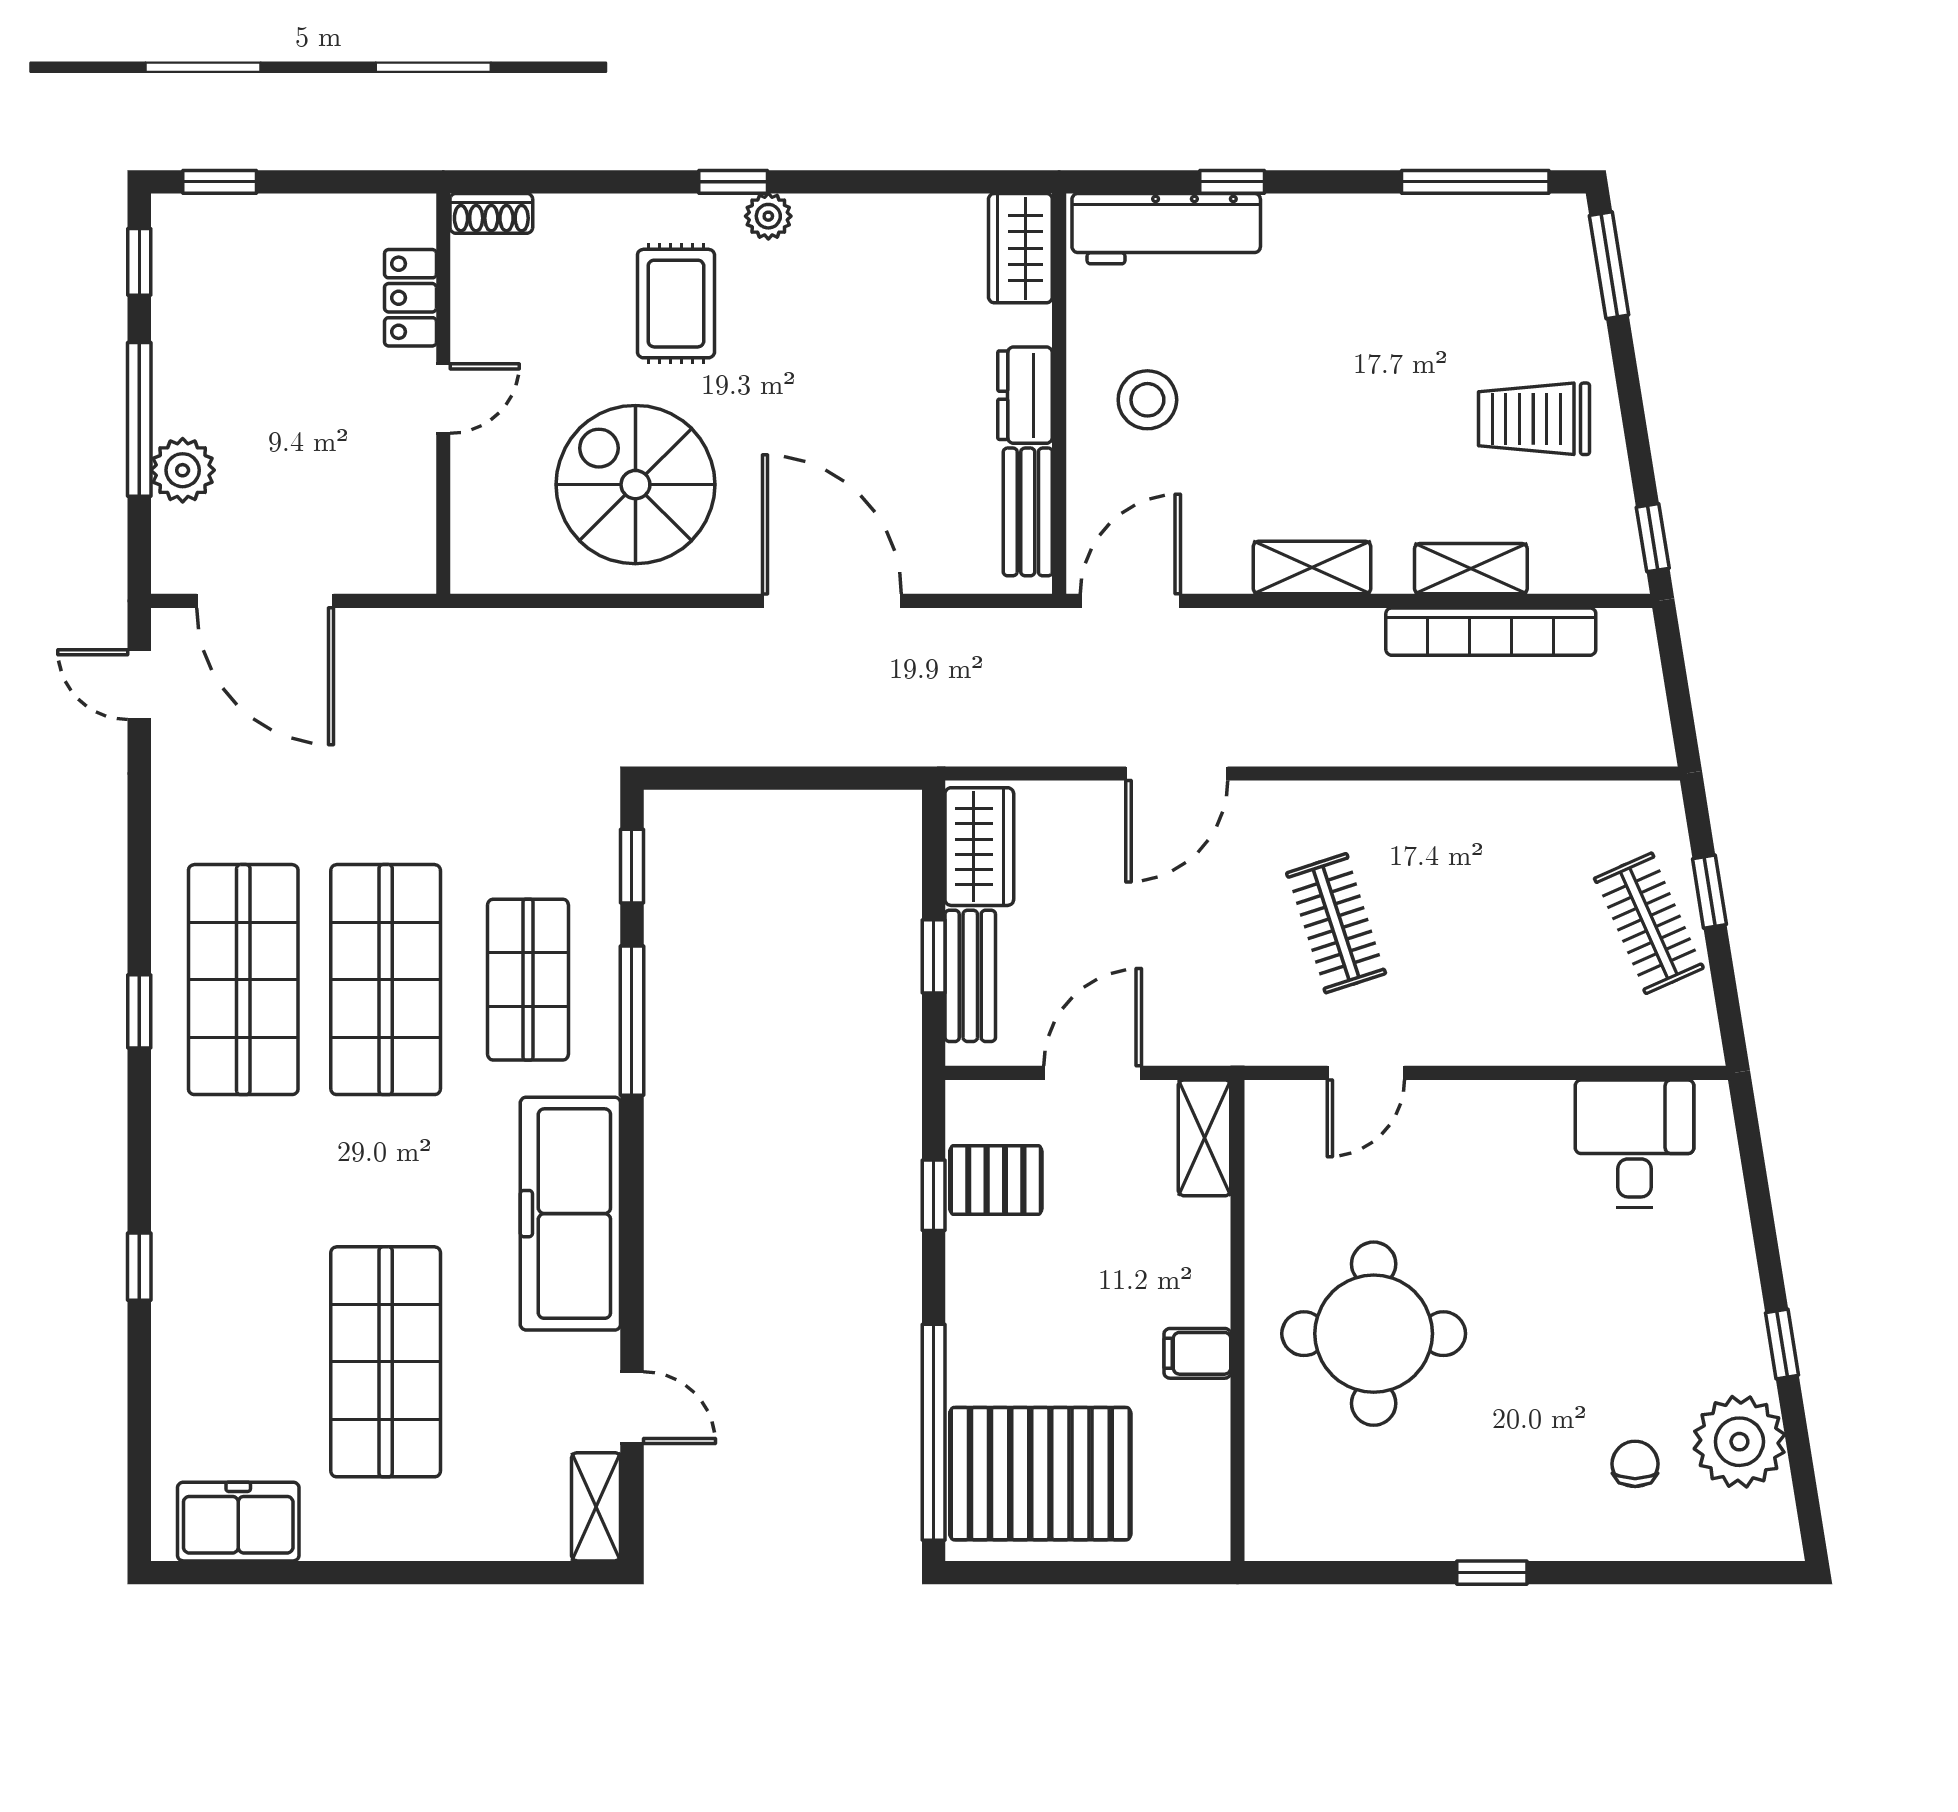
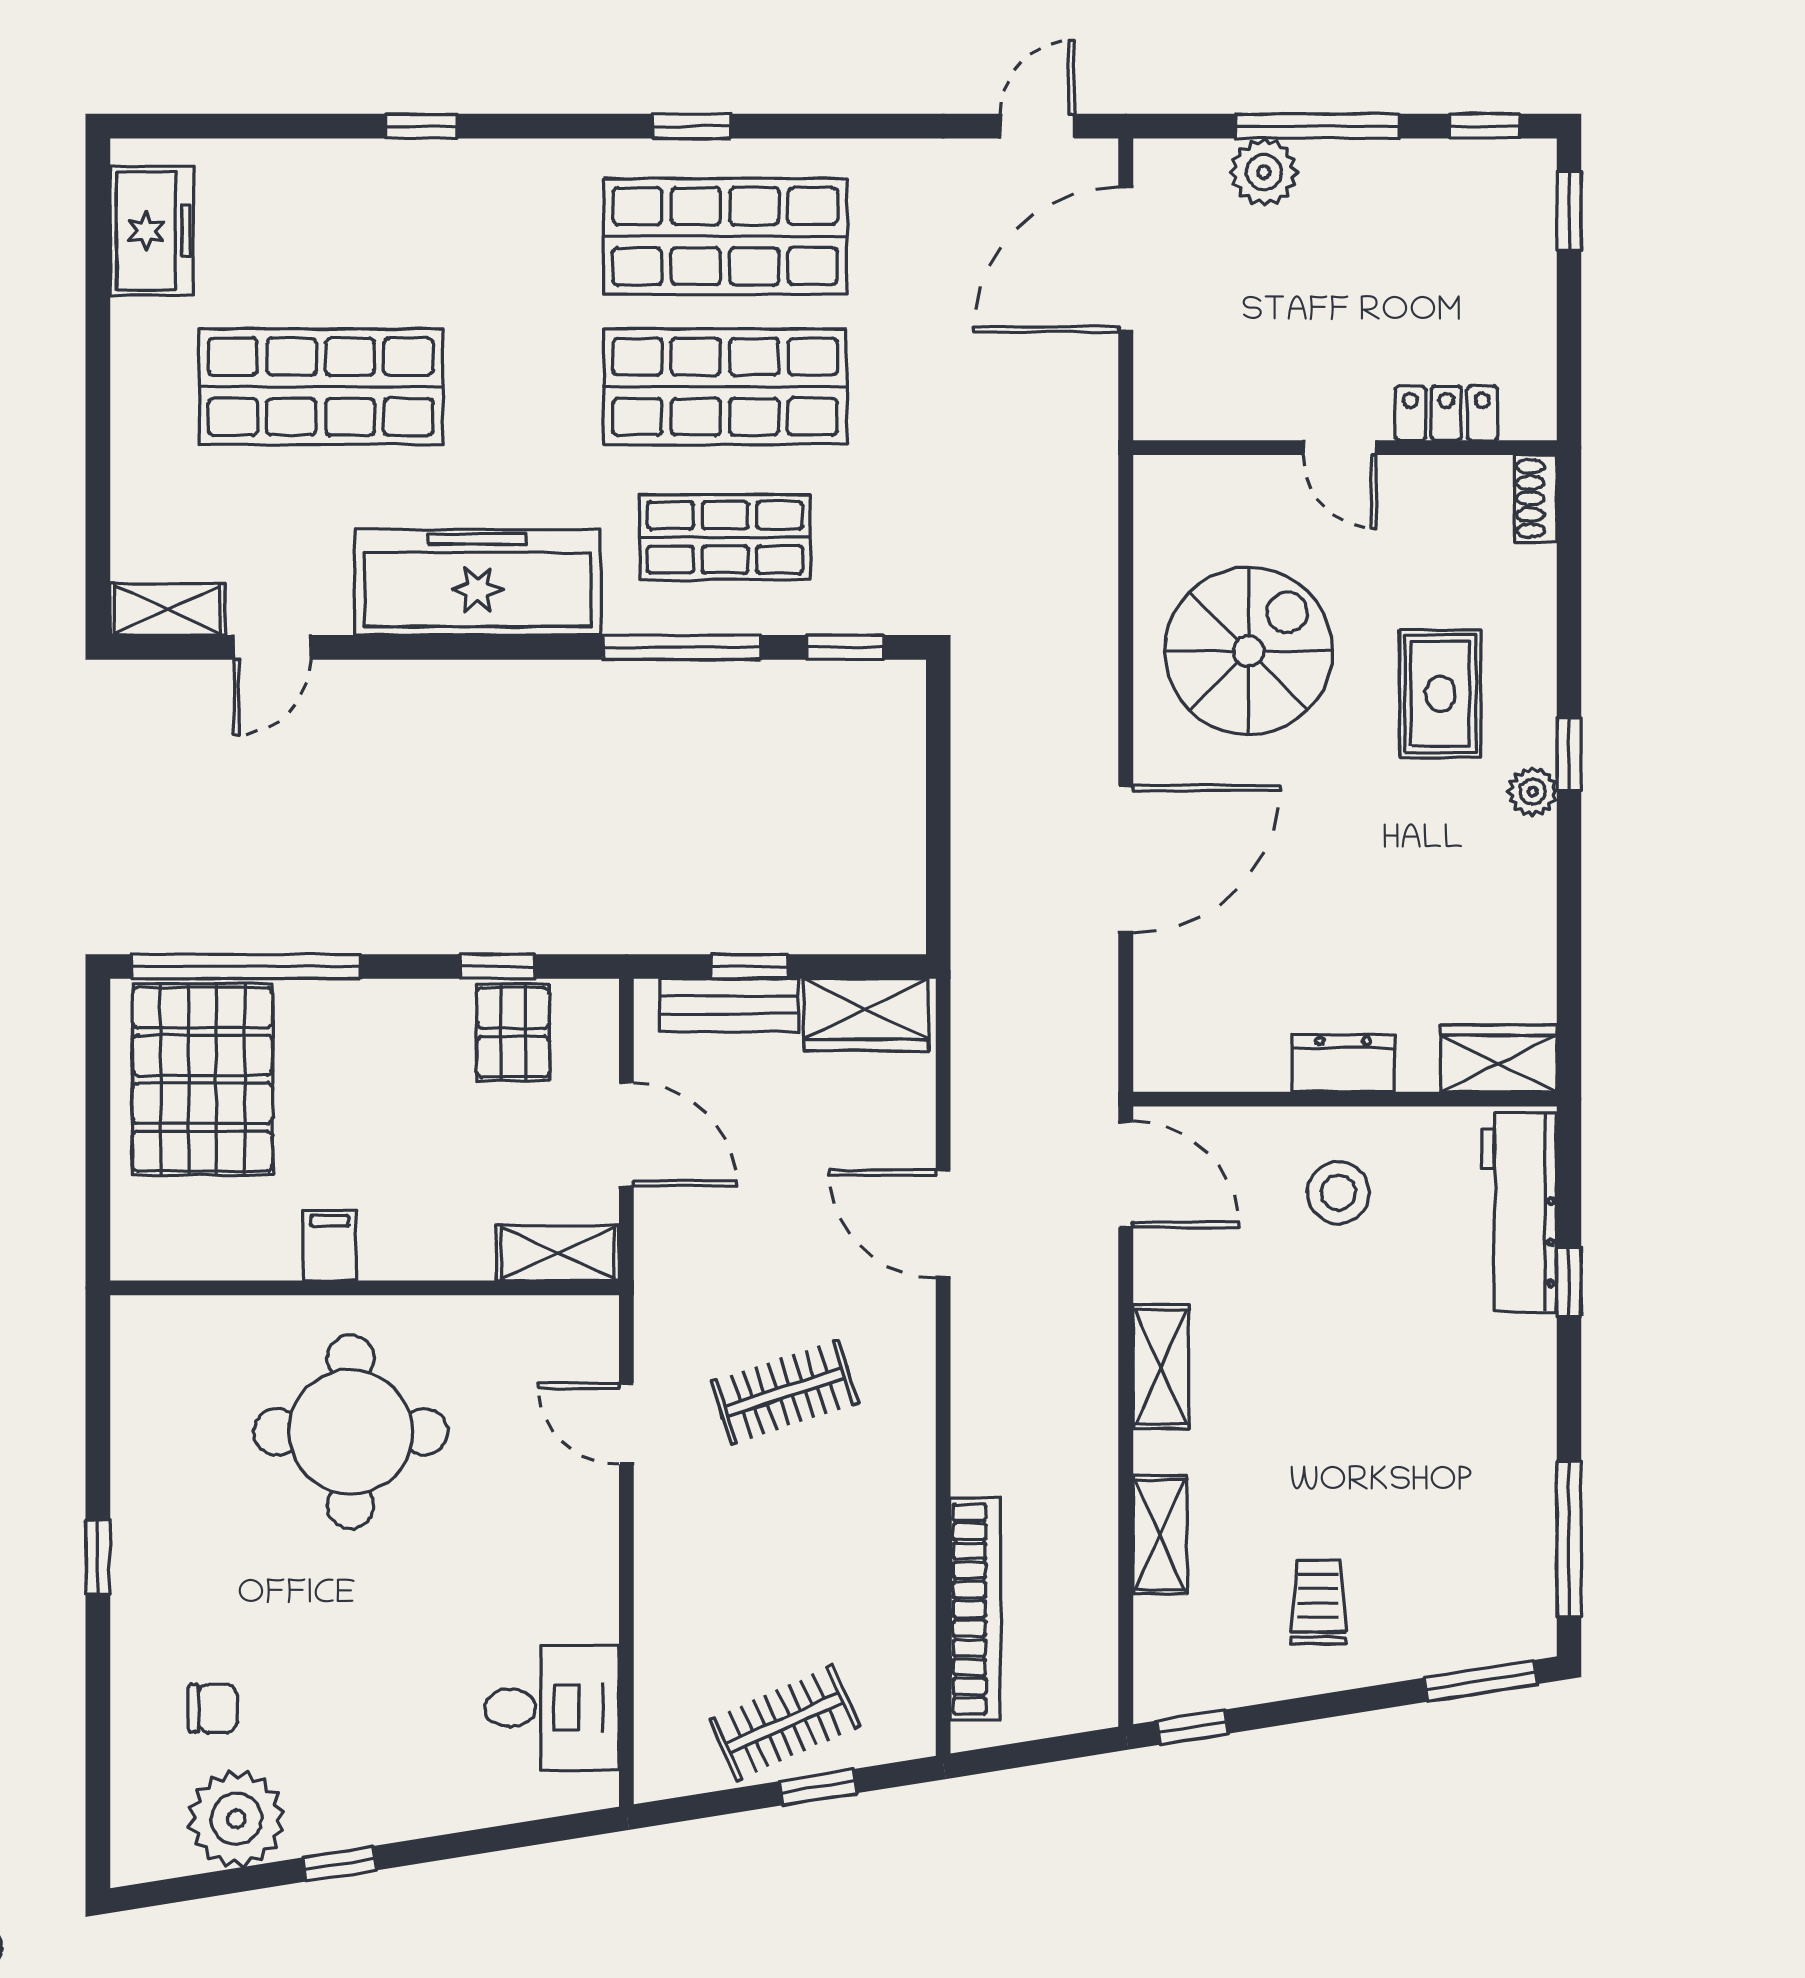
rug: (676, 304) -> (1440, 694), turned 90
trolley: (1534, 419) -> (1318, 1602), width x0.73, depth x0.72
bench: (1028, 512) -> (1220, 1066), removed
bookcase: (1491, 632) -> (976, 1609), moved, turned 180

